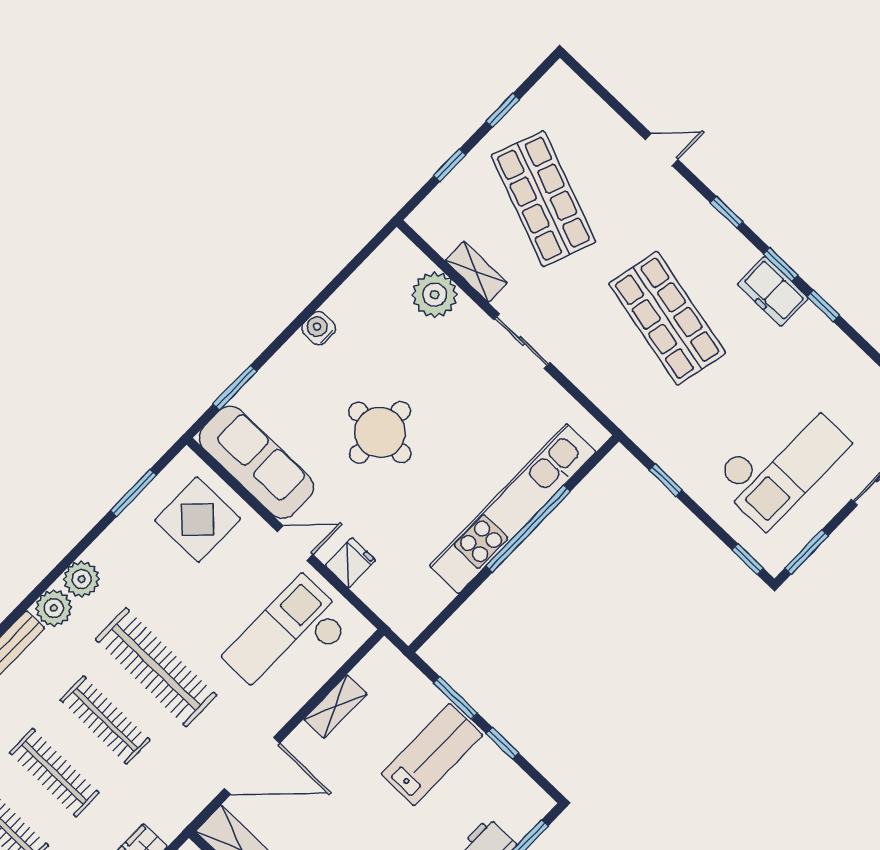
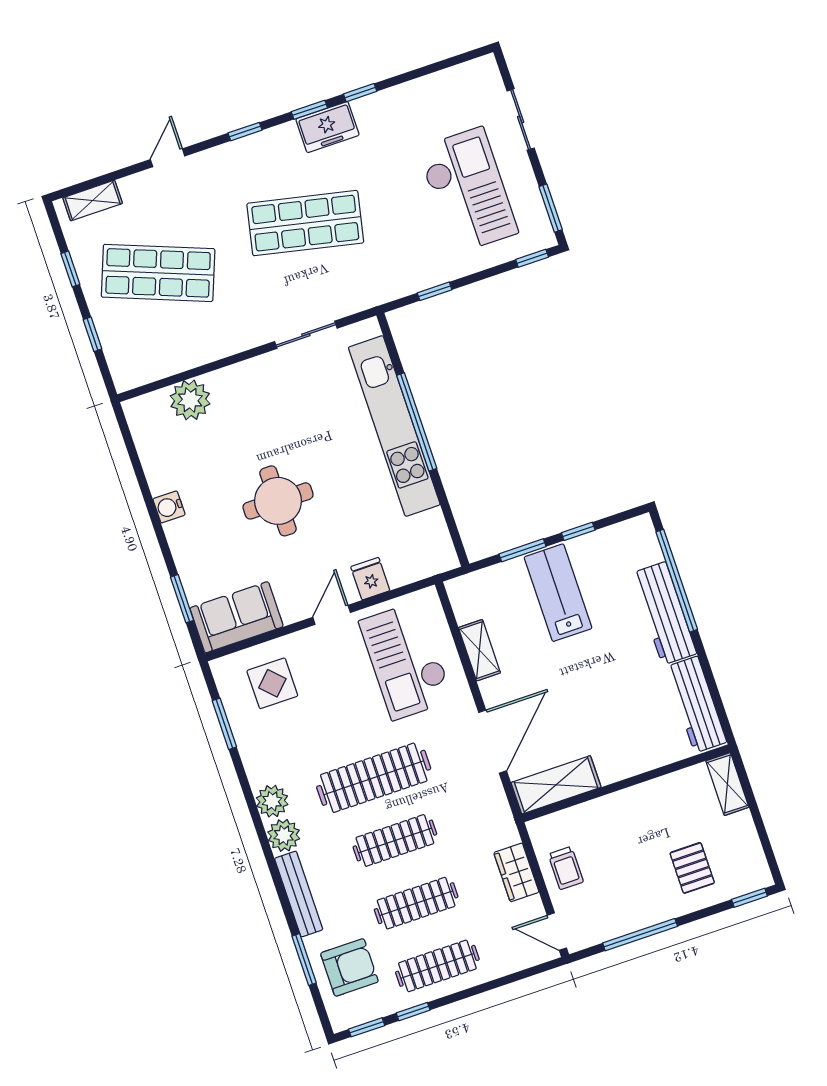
shelving: (476, 272) -> (93, 201), moved
sliding door: (522, 341) -> (306, 335), moved
sofa: (256, 462) -> (237, 617), width x0.73
display table: (198, 520) -> (272, 683), width x0.73, depth x0.73

